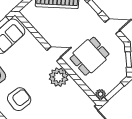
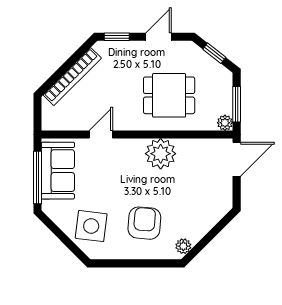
door: (54, 54) -> (101, 134), moved
dining table: (90, 56) -> (169, 95), turned 90

